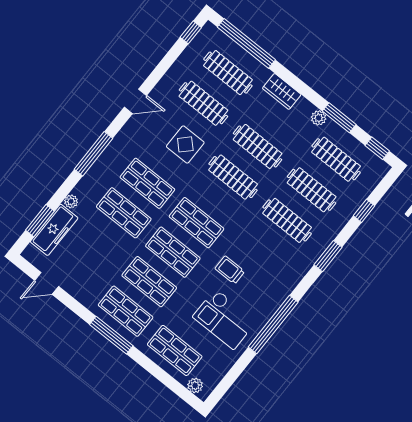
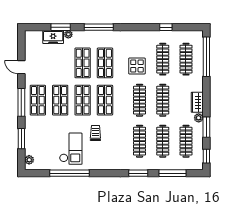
window: (191, 32) -> (166, 27), moved
wardrobe: (282, 91) -> (197, 102), moved
door: (136, 101) -> (138, 27), removed
window: (364, 211) -> (172, 173), width x2.17
window: (40, 221) -> (61, 27), moved
freezer: (54, 230) -> (53, 37), width x0.71
door: (47, 283) -> (21, 67), moved
checkout: (224, 319) -> (71, 149), turned 180
window: (273, 325) -> (69, 173), moved
shop shelf: (175, 350) -> (38, 137), removed
window: (159, 373) -> (21, 139), added

